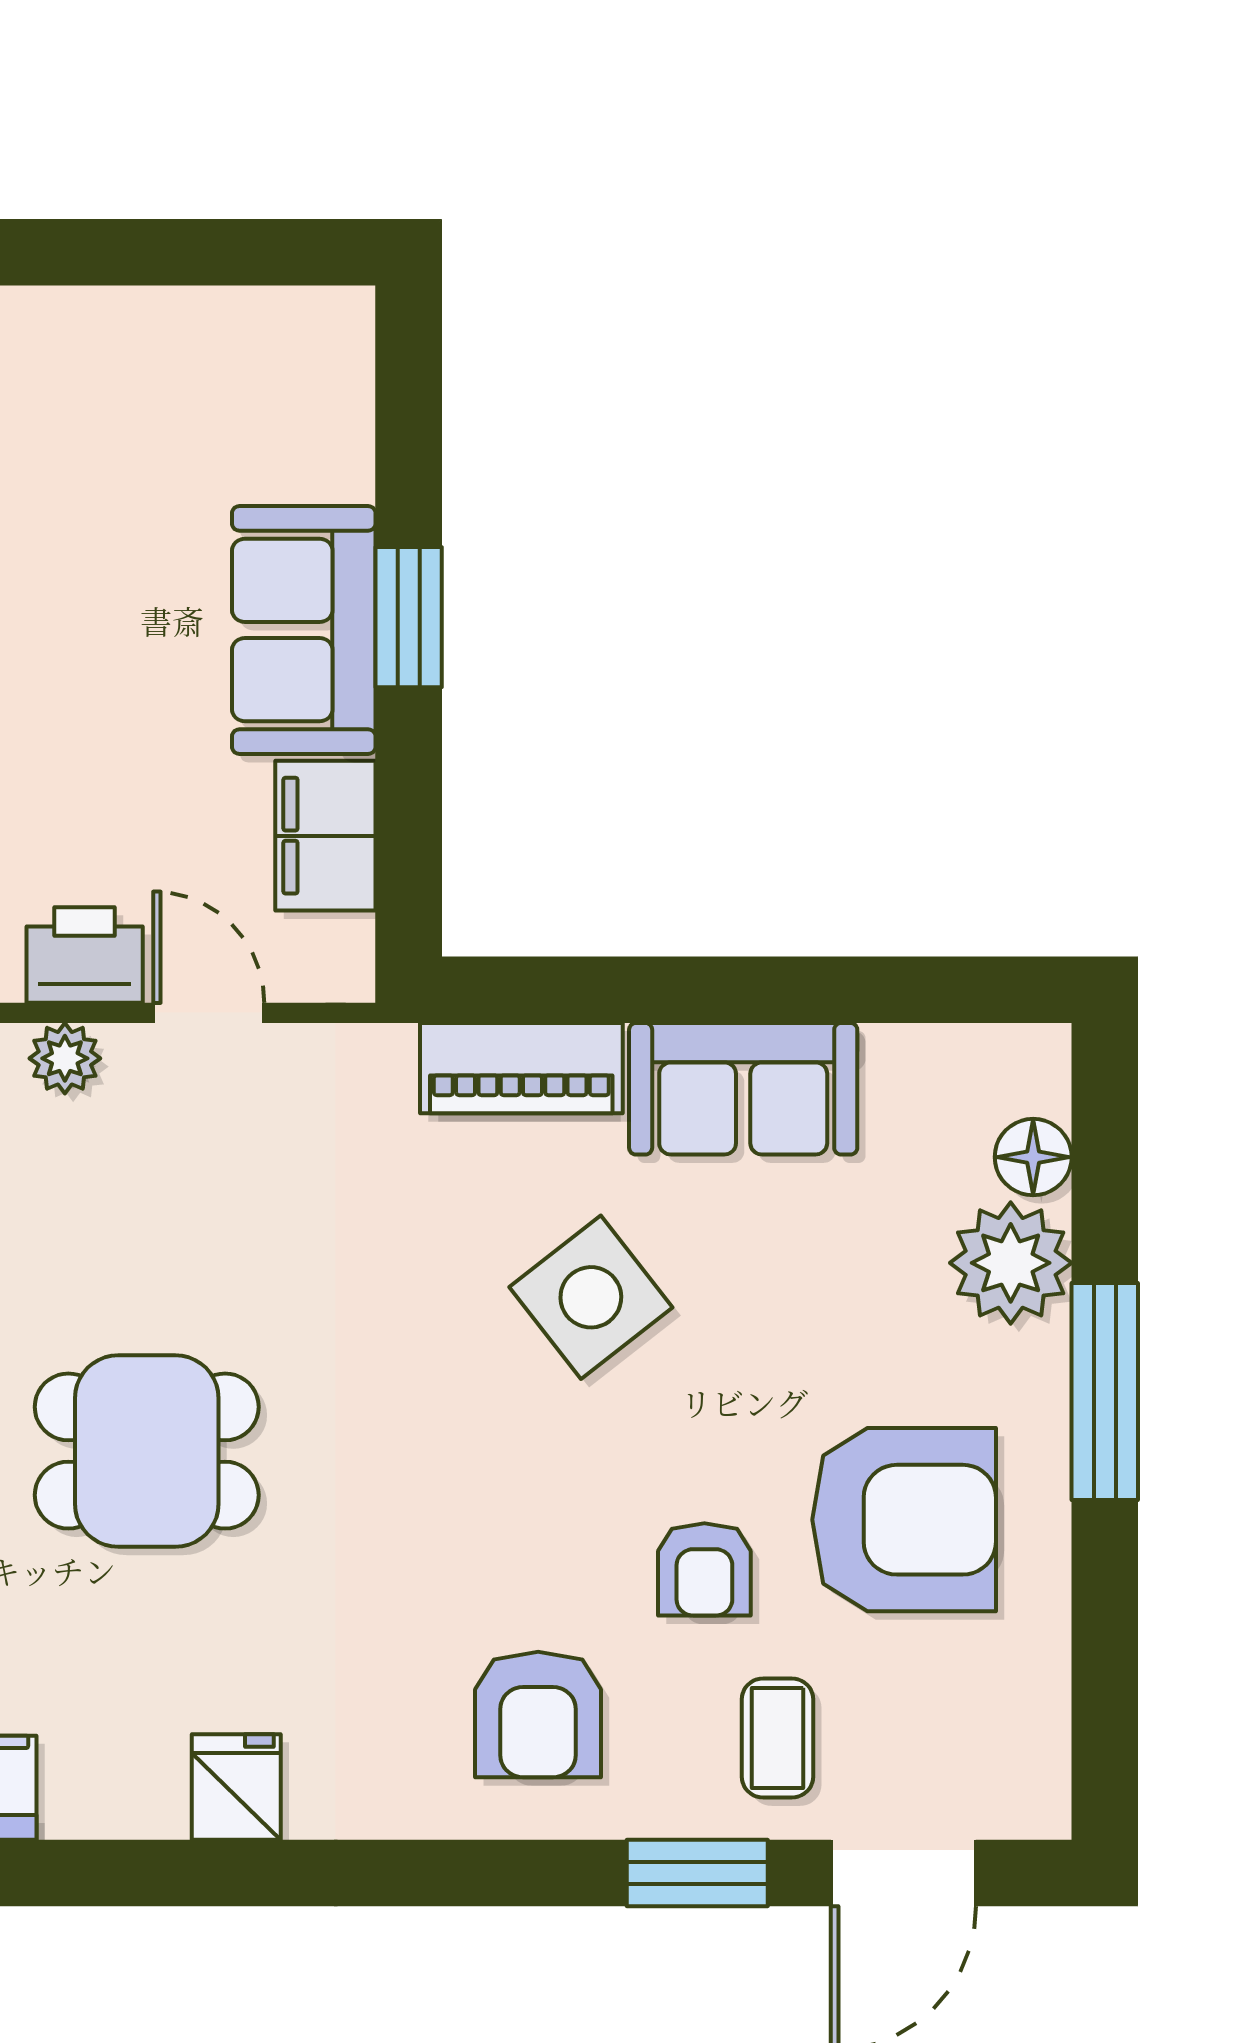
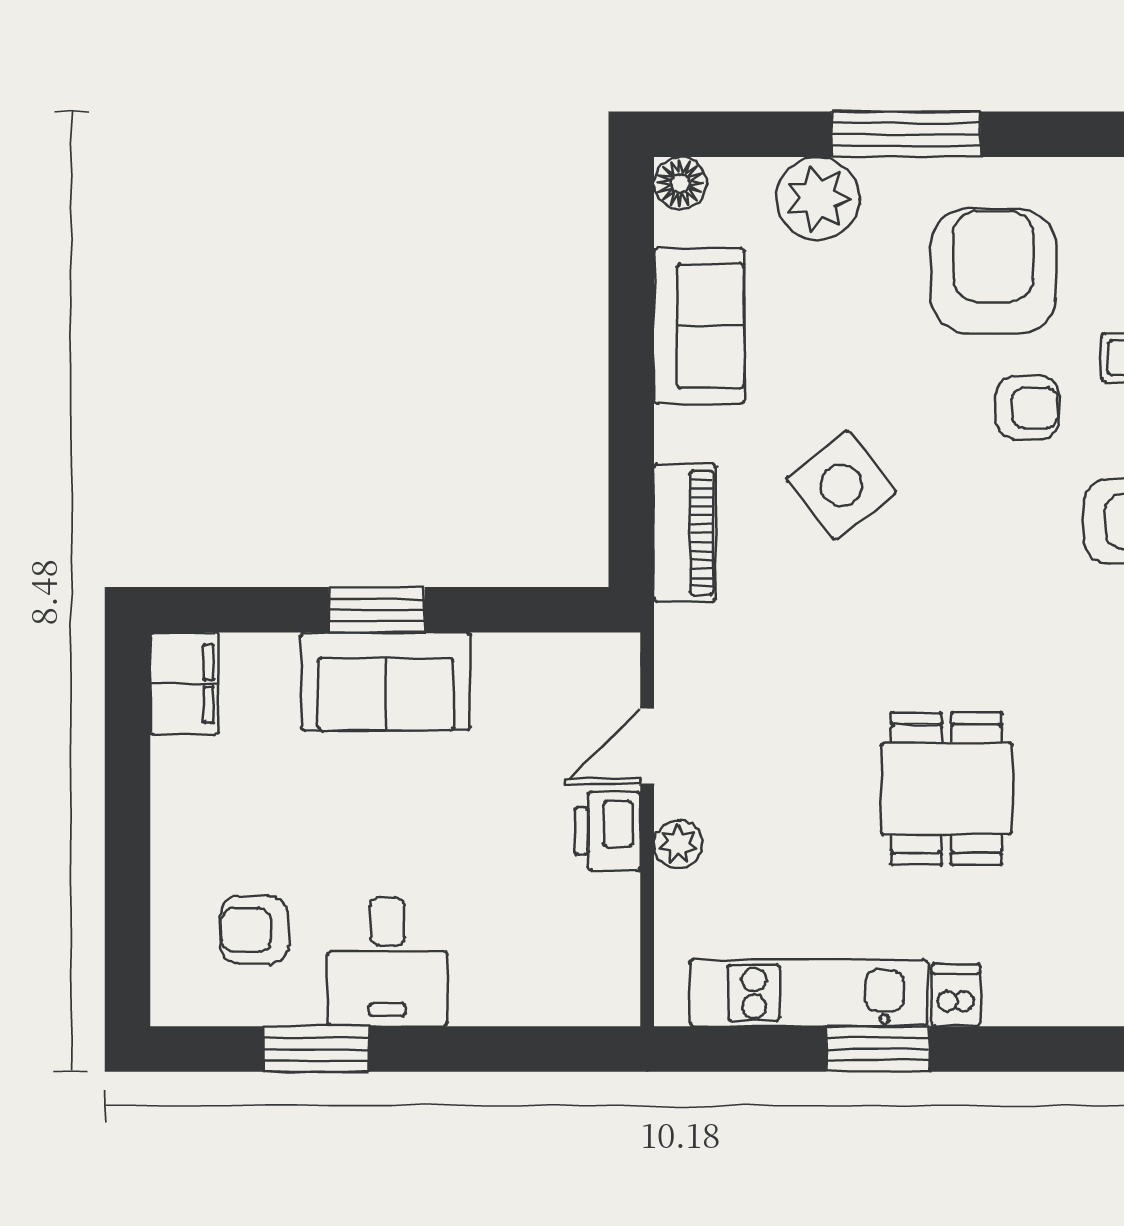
filing cabinet: (325, 836) -> (184, 684), moved, turned -90
sofa: (743, 1089) -> (699, 326), moved
floor lamp: (1033, 1157) -> (680, 183), moved

